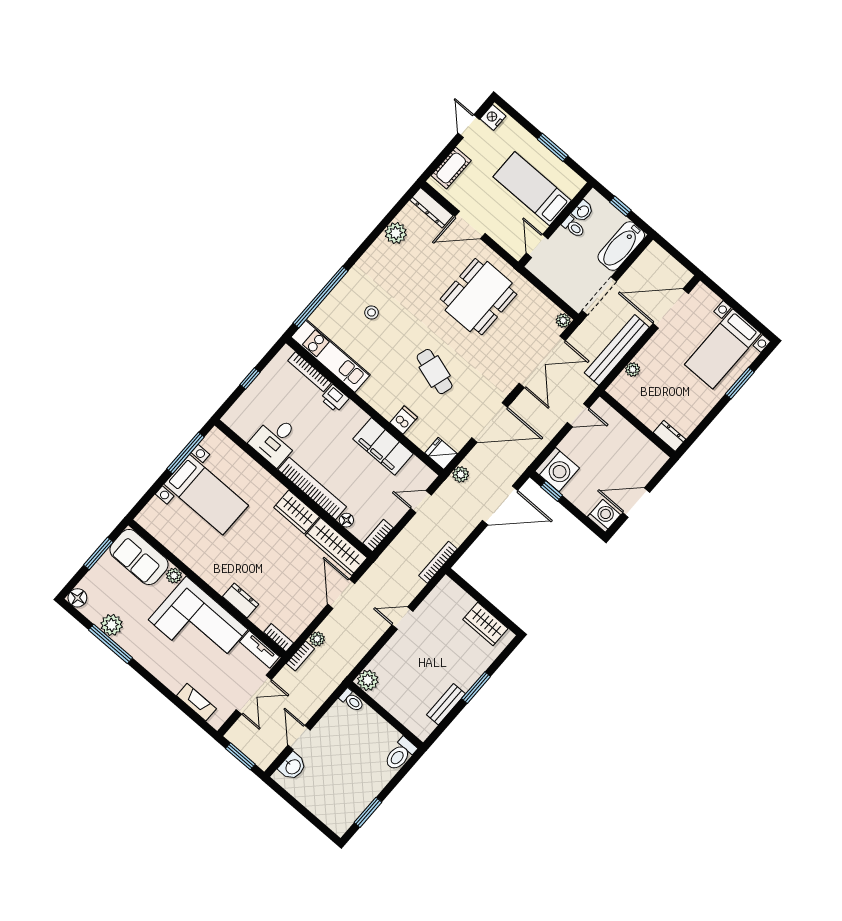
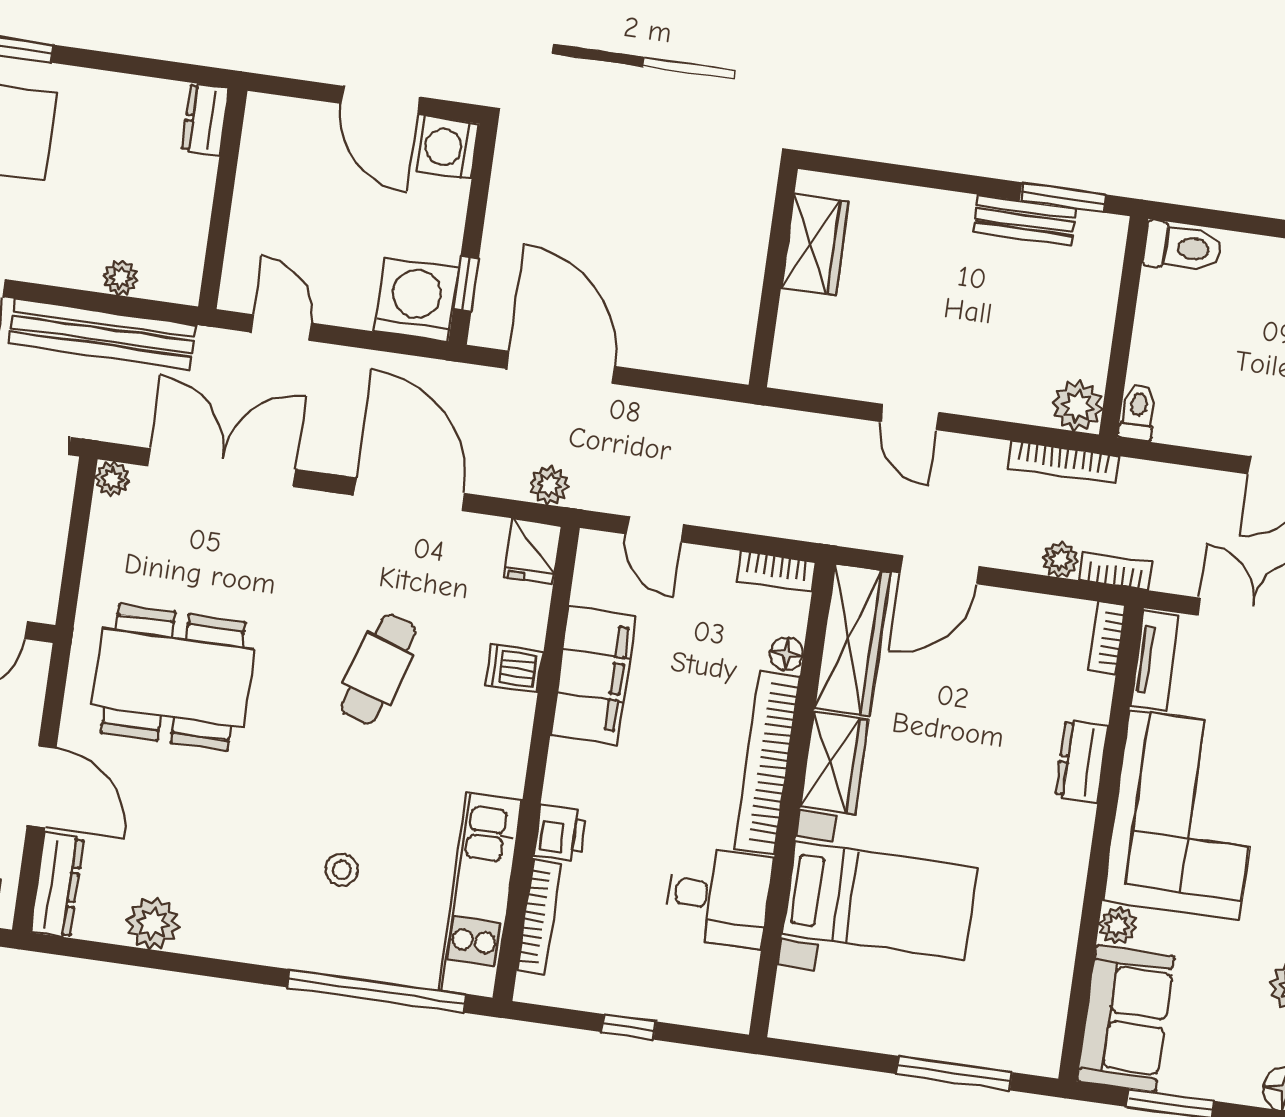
window: (186, 453) -> (954, 1073), moved
bed with nightstands: (206, 495) -> (880, 901), moved, turned 90
bookcase: (438, 562) -> (1063, 462), moved
window: (476, 688) -> (1063, 197), moved

